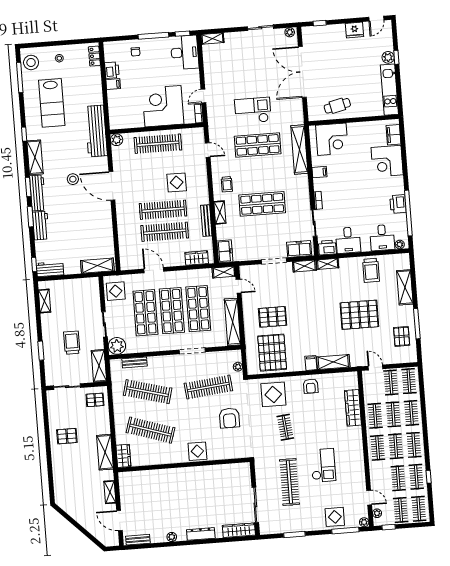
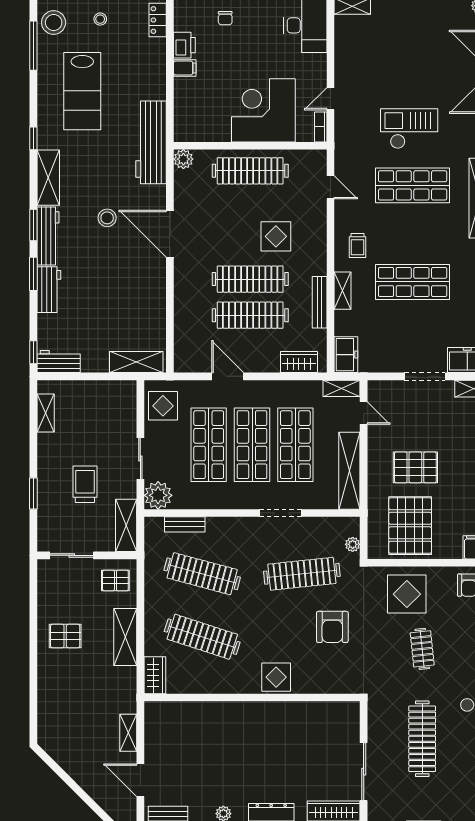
shelving: (105, 452) -> (125, 637), moved

